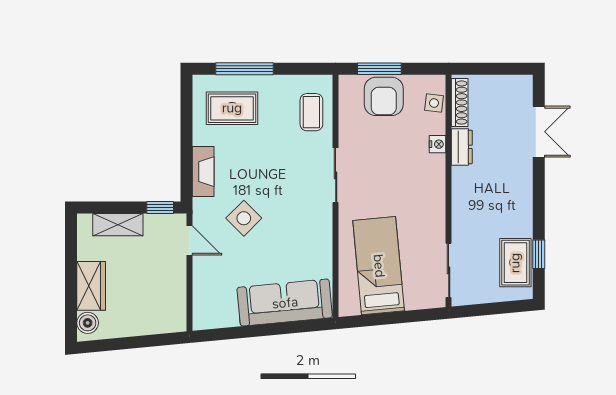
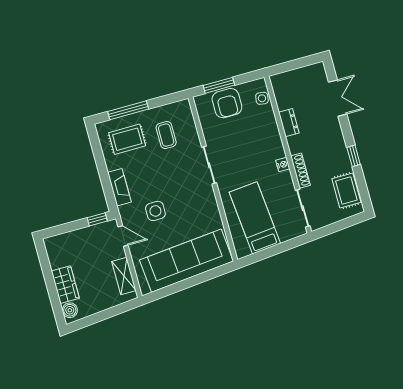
shoe rack: (460, 103) -> (300, 171), moved
coffee table: (311, 112) -> (166, 135), moved
nightstand: (438, 144) -> (283, 165), moved
side table: (244, 218) -> (155, 211), turned 45
shelving: (118, 225) -> (124, 276), moved, turned 90
window: (539, 254) -> (354, 156), moved
sofa: (285, 303) -> (186, 261), width x1.36, depth x1.27

